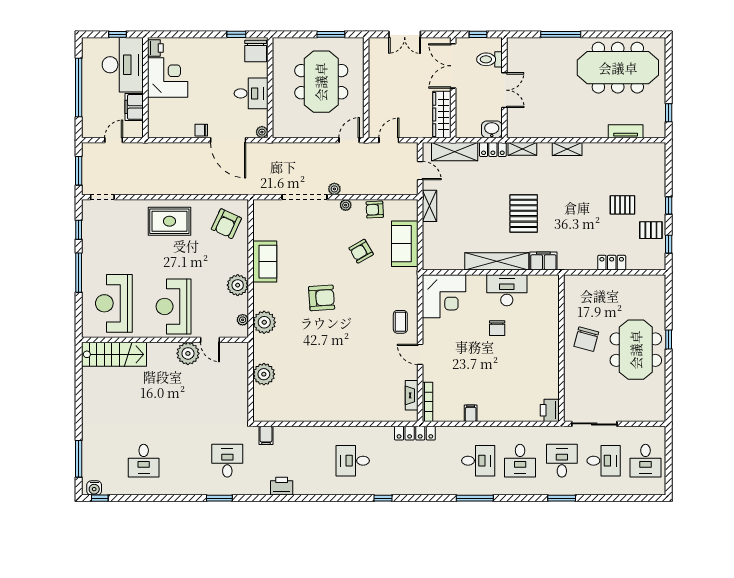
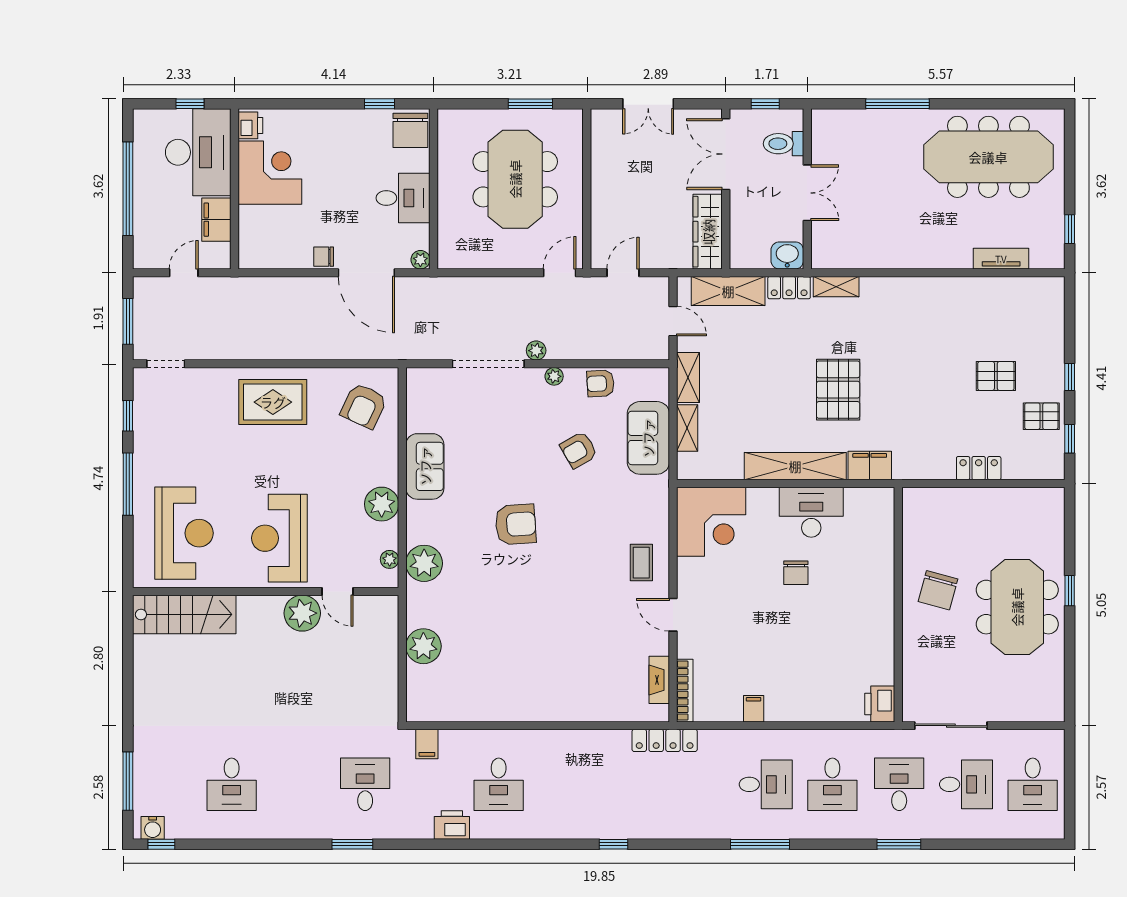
shelving: (567, 149) -> (687, 428), moved, turned 90
reception desk: (114, 303) -> (184, 533), turned 180
desk: (353, 461) -> (499, 784), moved, turned -90

